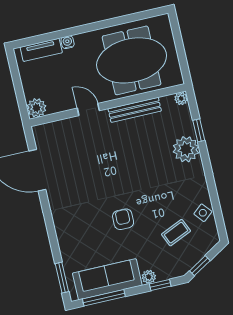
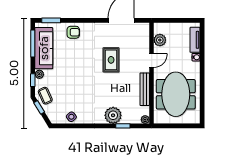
plant: (36, 108) -> (160, 40), moved
rug: (102, 172) -> (111, 60), added
armchair: (123, 219) -> (73, 32), moved
coffee table: (176, 233) -> (45, 96), moved

